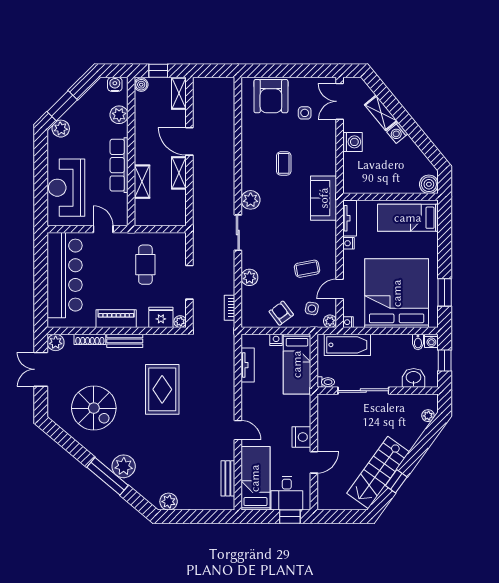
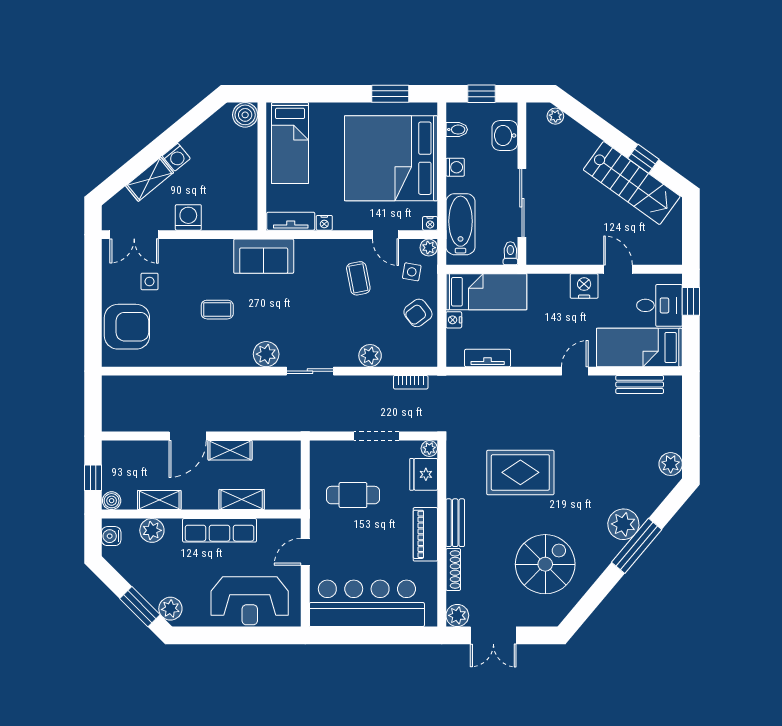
shelving: (179, 93) -> (159, 500), moved
washing machine: (431, 341) -> (455, 167), moved

